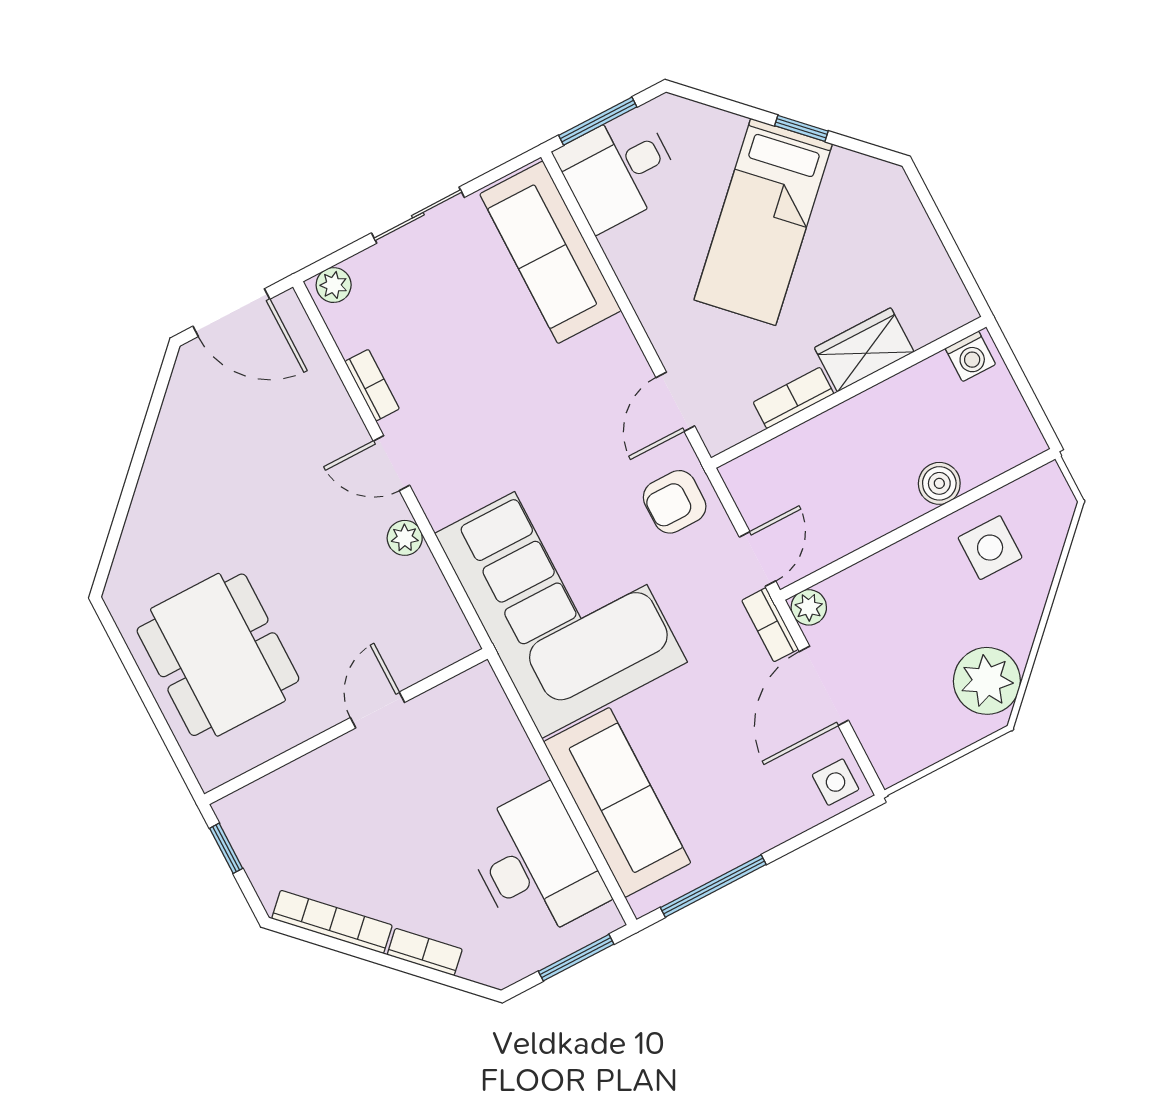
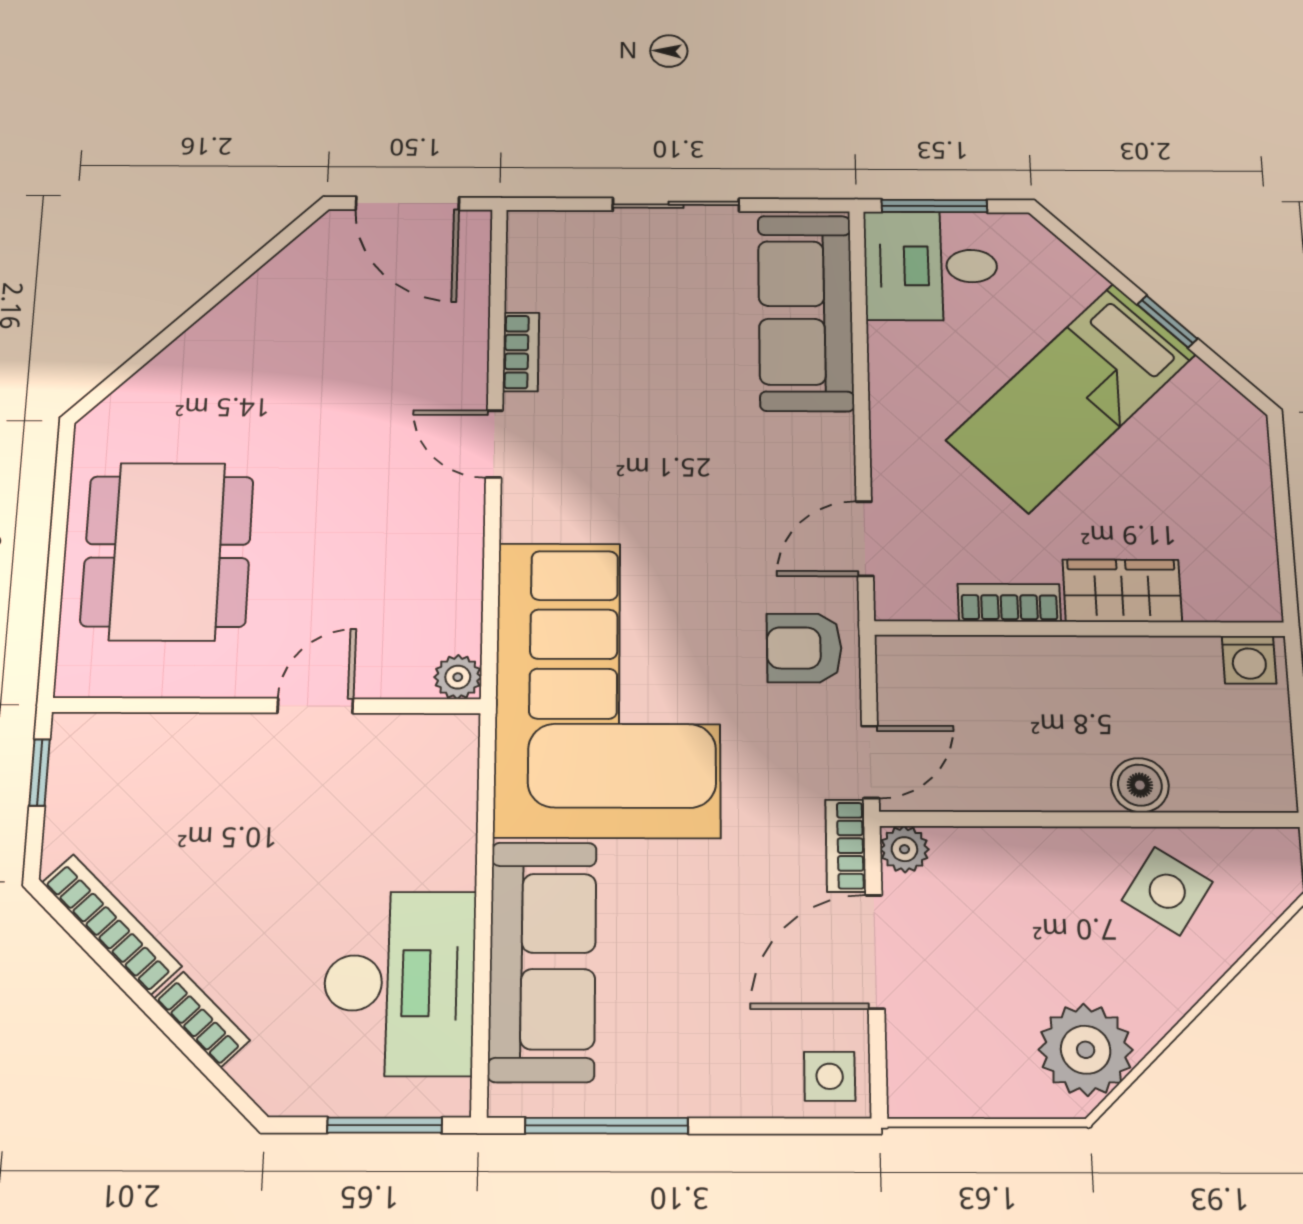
plant: (334, 285) -> (539, 230), removed
plant: (405, 538) -> (458, 677), moved
side table: (990, 548) -> (1167, 891), turned 33

